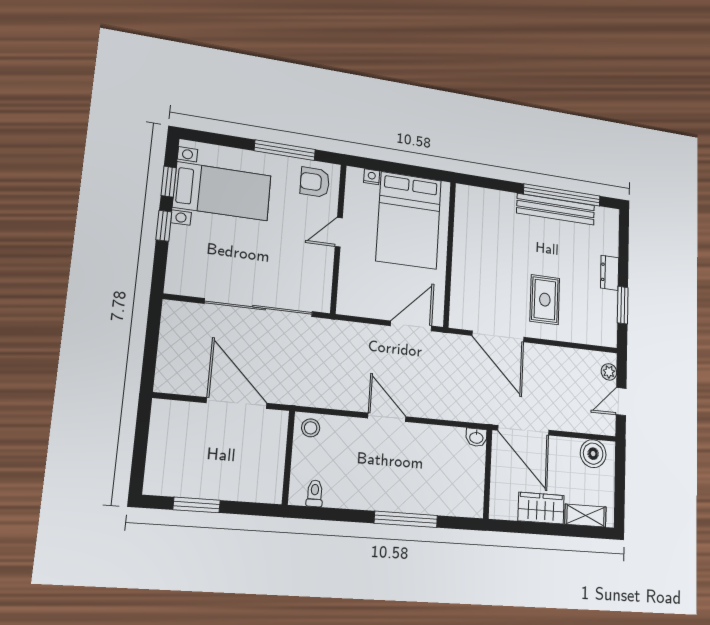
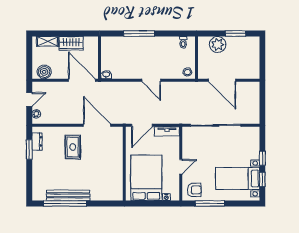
dresser: (610, 273) -> (37, 141), moved
tv unit: (362, 307) -> (167, 131), added
plant: (240, 483) -> (218, 45), added

